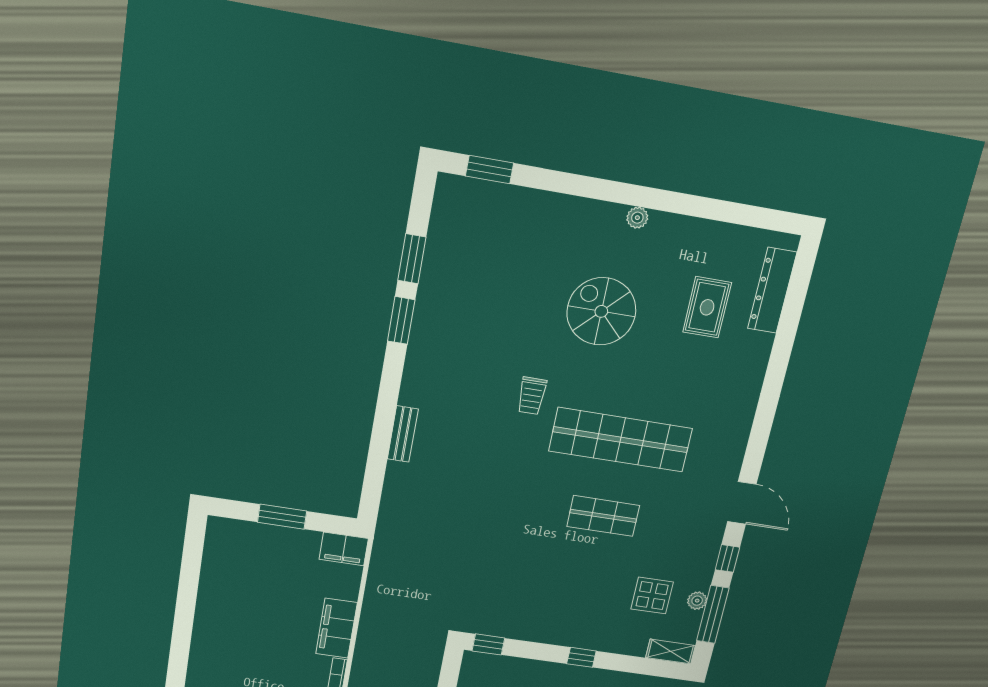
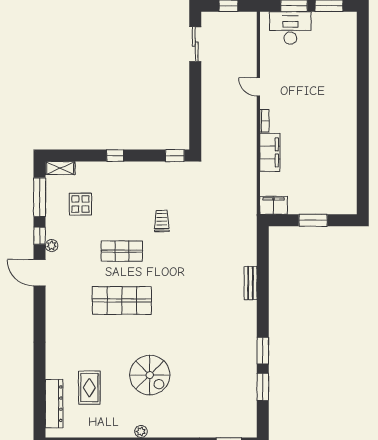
trolley: (532, 396) -> (162, 221), moved
shop shelf: (621, 440) -> (122, 300), width x0.71
plant: (697, 601) -> (52, 246), moved

